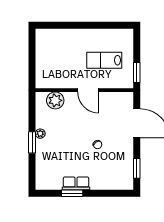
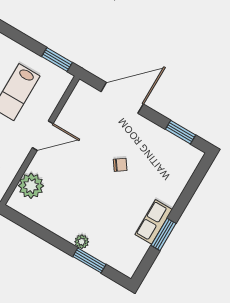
plant: (40, 134) -> (82, 242), moved
window: (32, 142) -> (89, 260), moved

